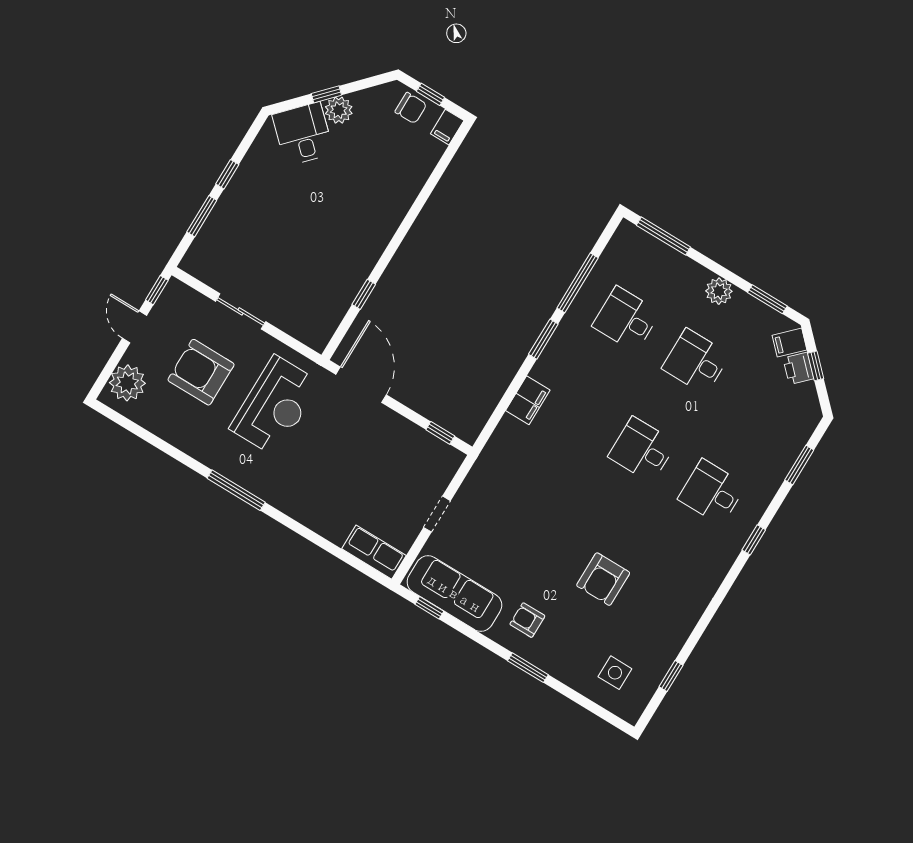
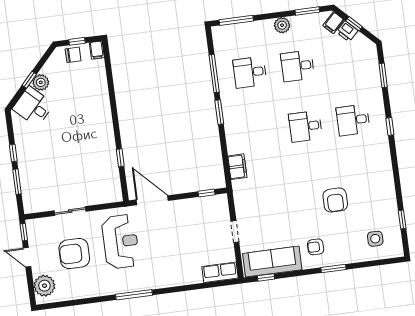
filing cabinet: (528, 400) -> (237, 167), moved

